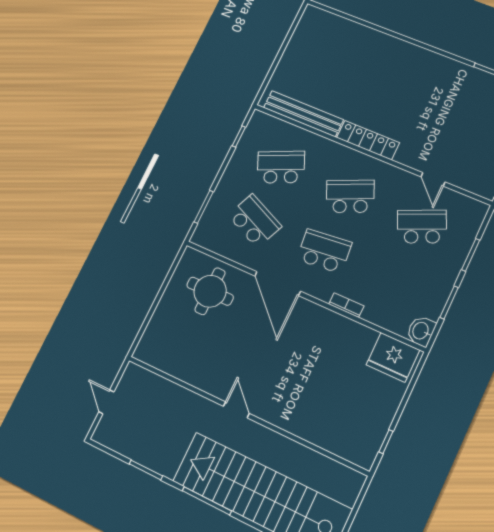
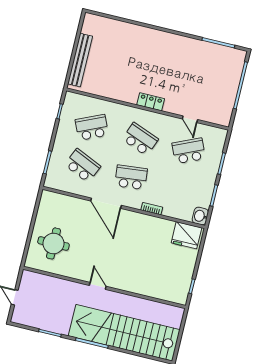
bench: (303, 114) -> (80, 60), moved, turned 90
locker: (368, 140) -> (151, 102), width x0.66
school desk: (350, 196) -> (140, 139), turned 45
round table: (210, 291) -> (53, 243), moved

